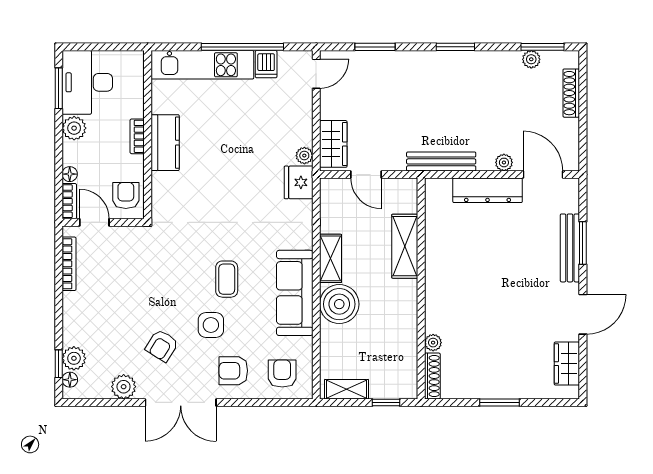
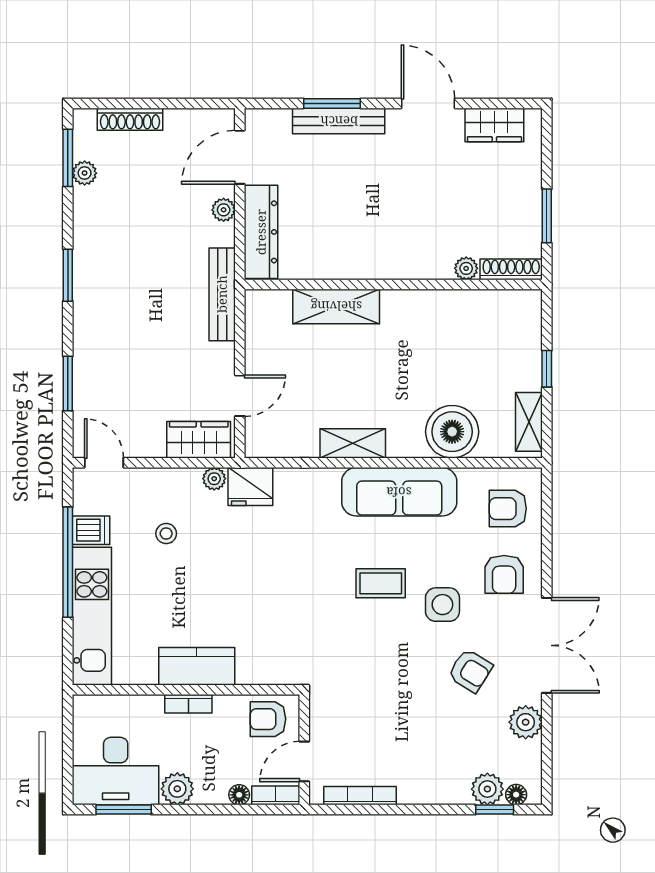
stool: (264, 120) -> (166, 534), added
shelving: (405, 246) -> (336, 306), moved
wall: (421, 288) -> (393, 285), moved
boiler: (339, 304) -> (452, 432), moved
plant: (433, 343) -> (466, 268), moved
shoe rack: (432, 376) -> (511, 269), moved

